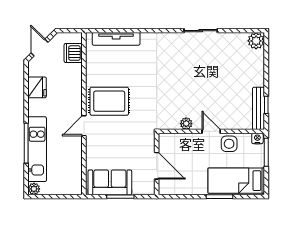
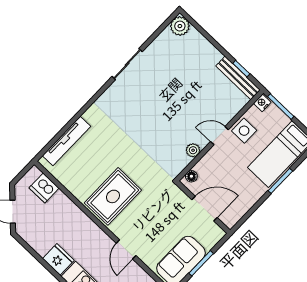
fridge: (37, 87) -> (58, 259), moved
door: (84, 126) -> (126, 249), moved
floor lamp: (169, 138) -> (191, 176), added

